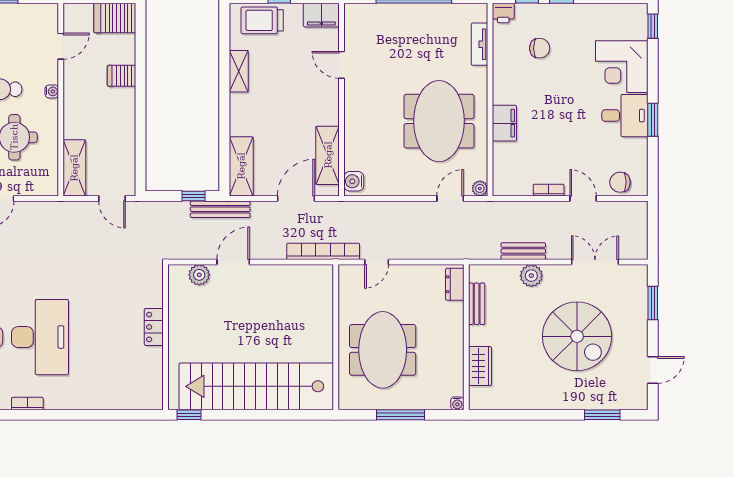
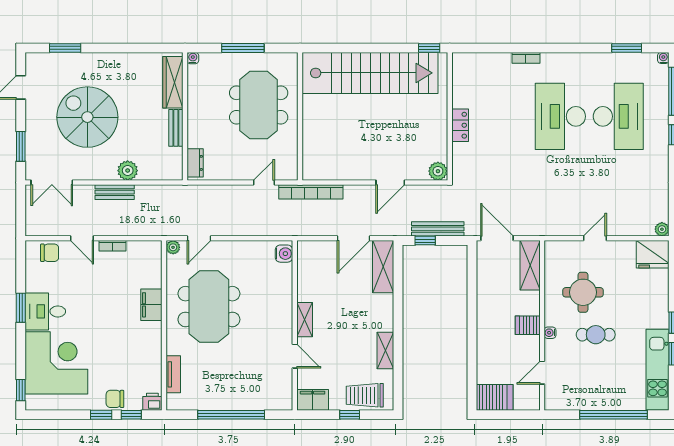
trolley: (262, 20) -> (365, 395), turned 180
chair: (540, 48) -> (115, 399), moved
corner desk: (622, 67) -> (56, 363), width x1.36, depth x1.36
server rack: (121, 76) -> (528, 325), moved, turned 180
shelving: (328, 155) -> (305, 320), moved, width x0.67, depth x0.75
door: (112, 199) -> (497, 238), width x1.37
door: (296, 199) -> (354, 238), moved
bench: (220, 209) -> (438, 229), moved
bench: (523, 251) -> (115, 192), moved
double door: (595, 262) -> (52, 183), moved
plant: (199, 275) -> (438, 171), moved
bench: (477, 304) -> (176, 128), moved
wardrobe: (480, 366) -> (173, 82), width x1.50
bookcase: (27, 404) -> (526, 58), moved

